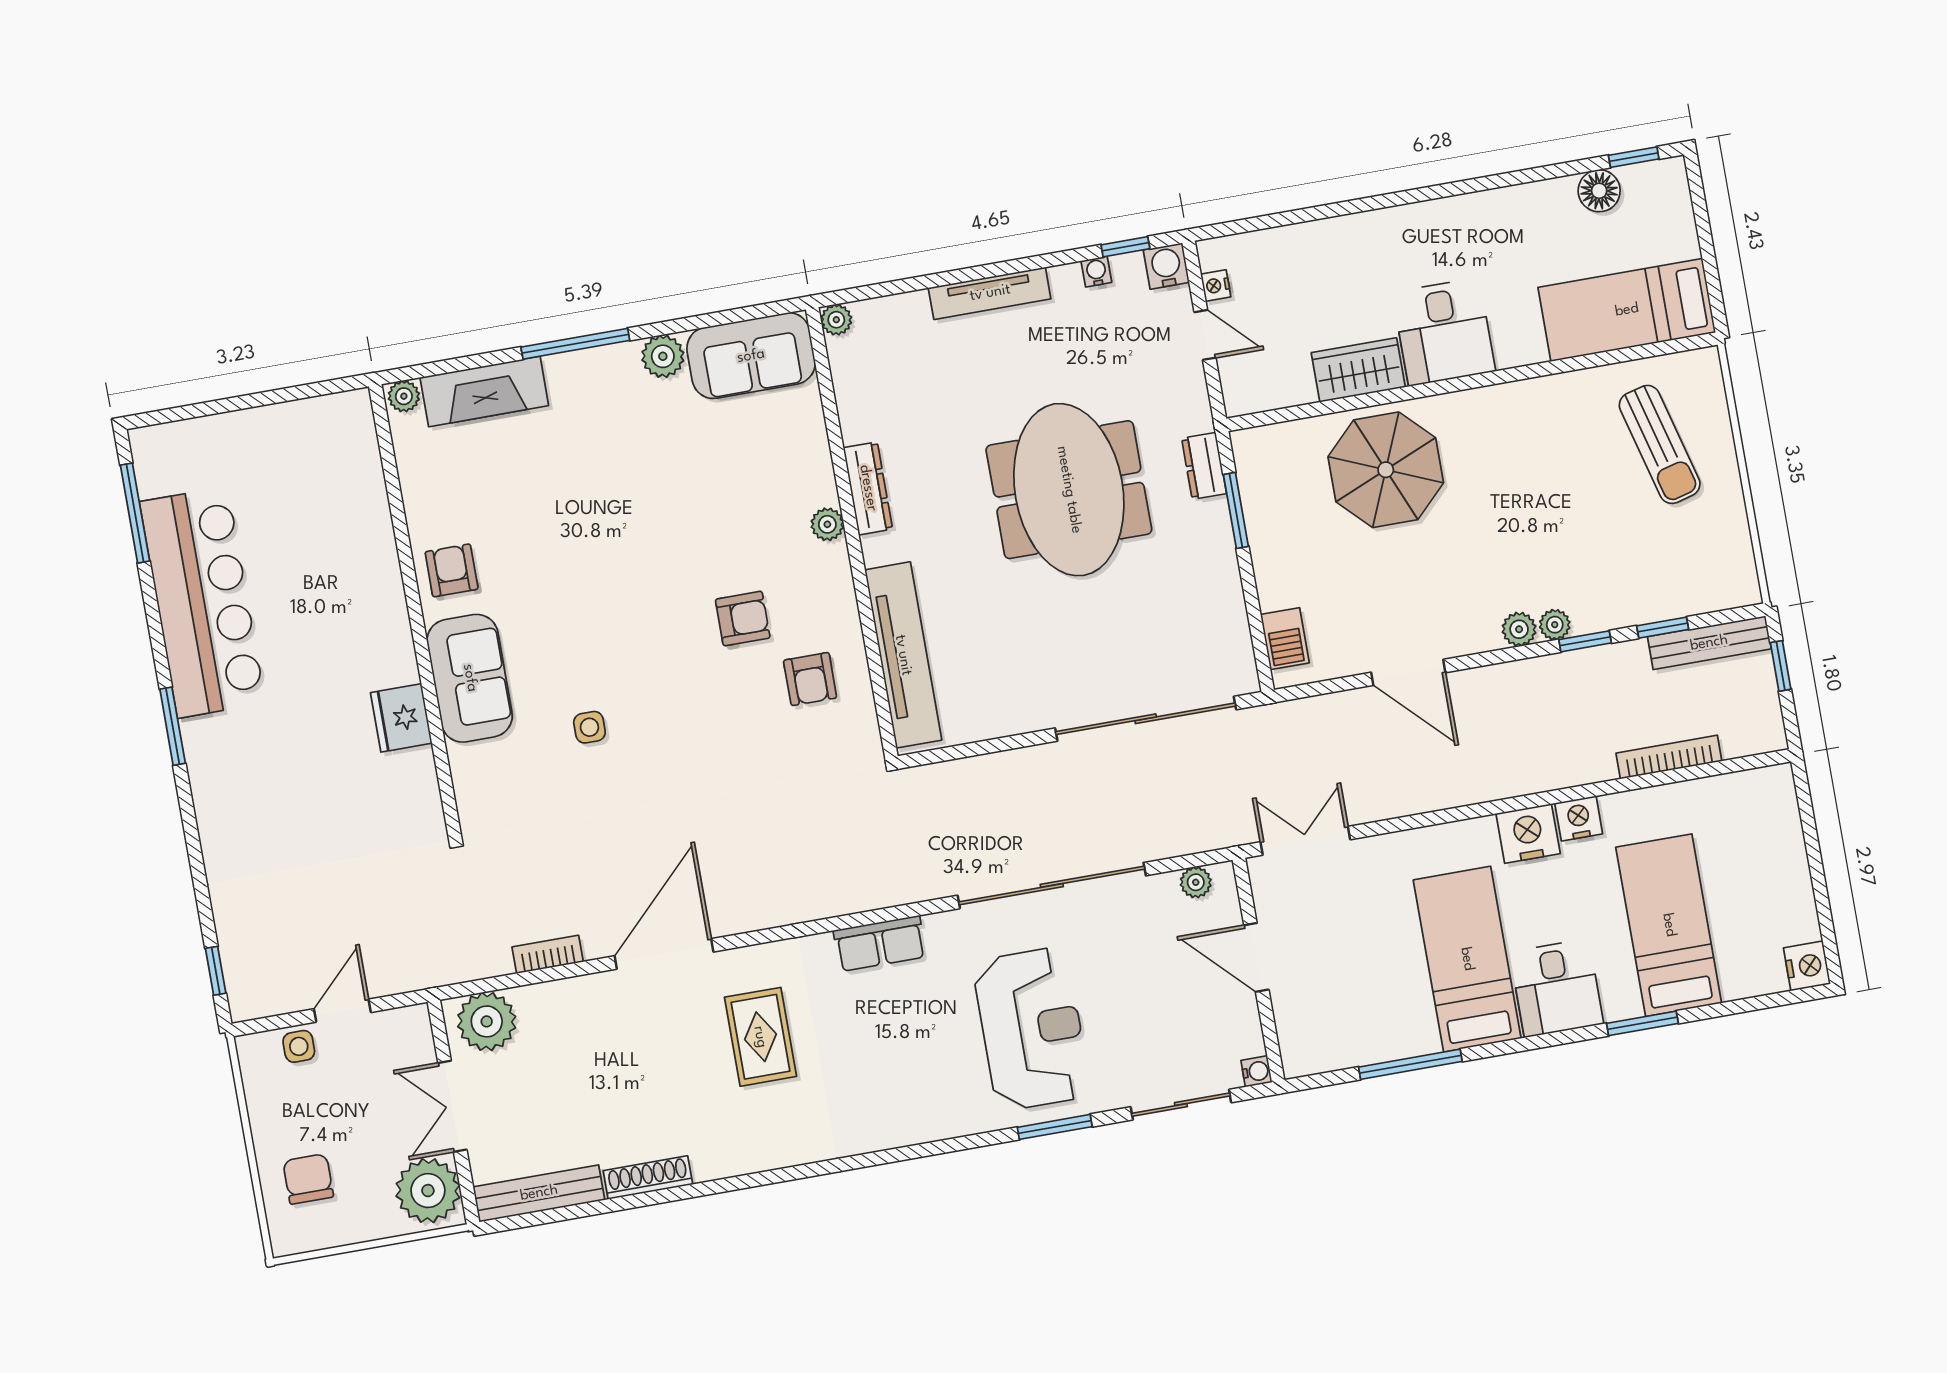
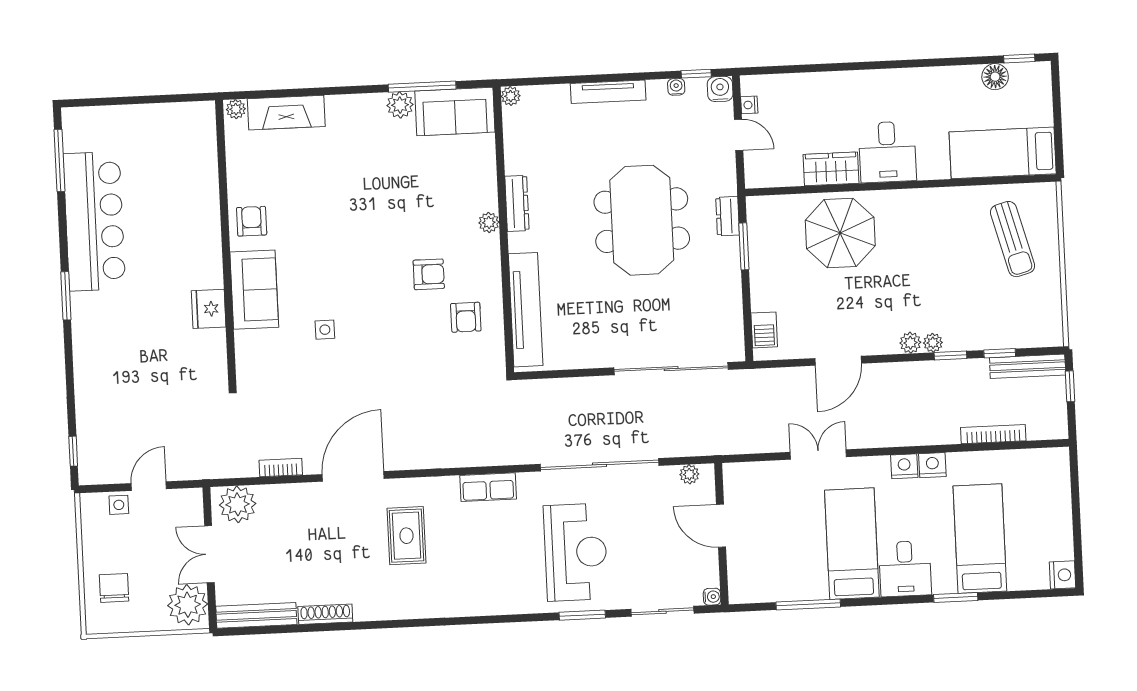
window: (575, 344) -> (422, 87), moved
door: (1408, 672) -> (838, 361), hinge flipped
nightstand: (1528, 834) -> (904, 466), width x0.74, depth x0.75
double door: (1305, 841) -> (818, 454), moved

